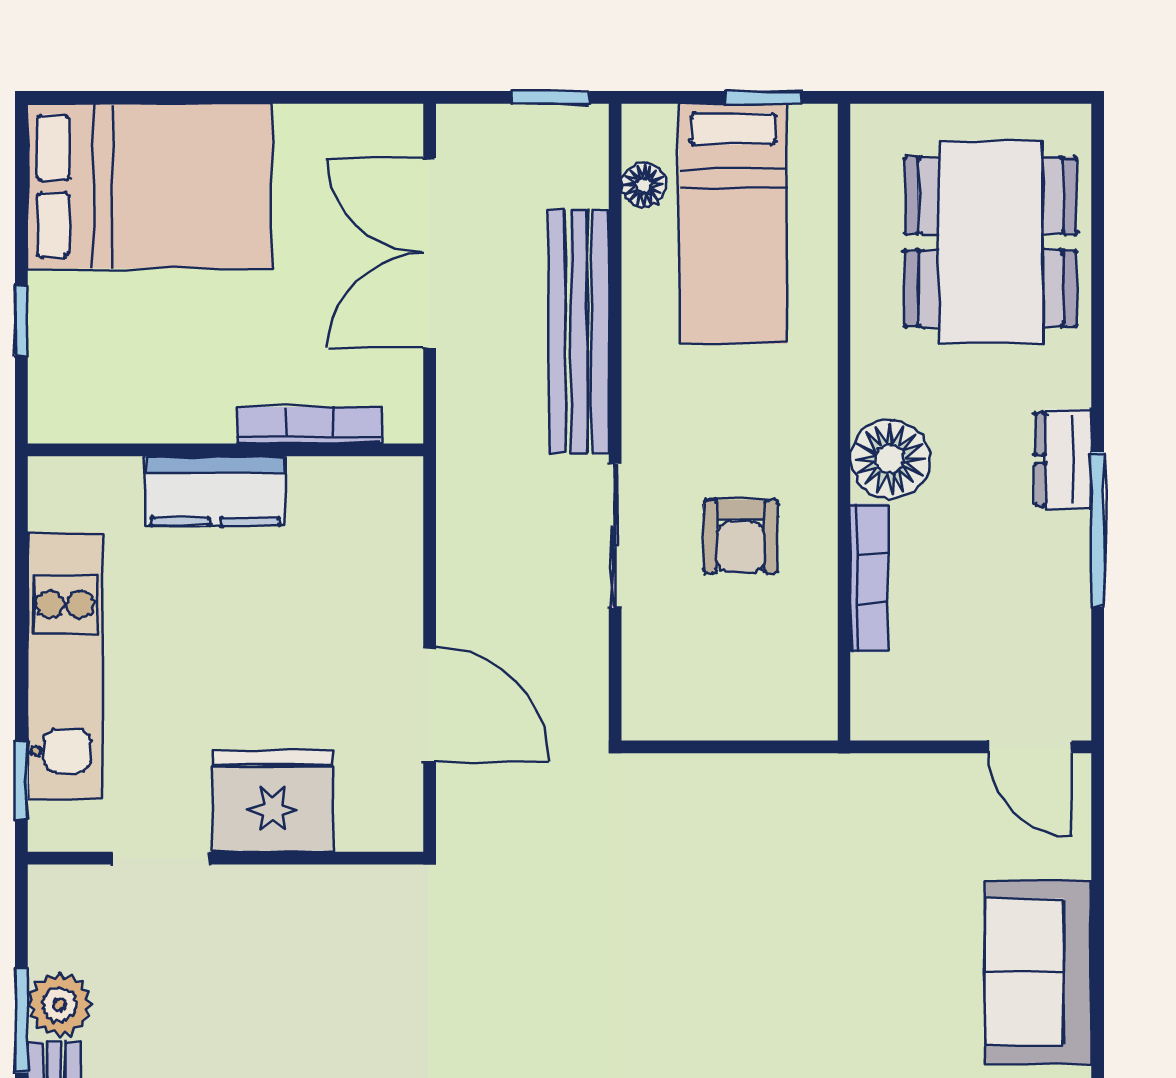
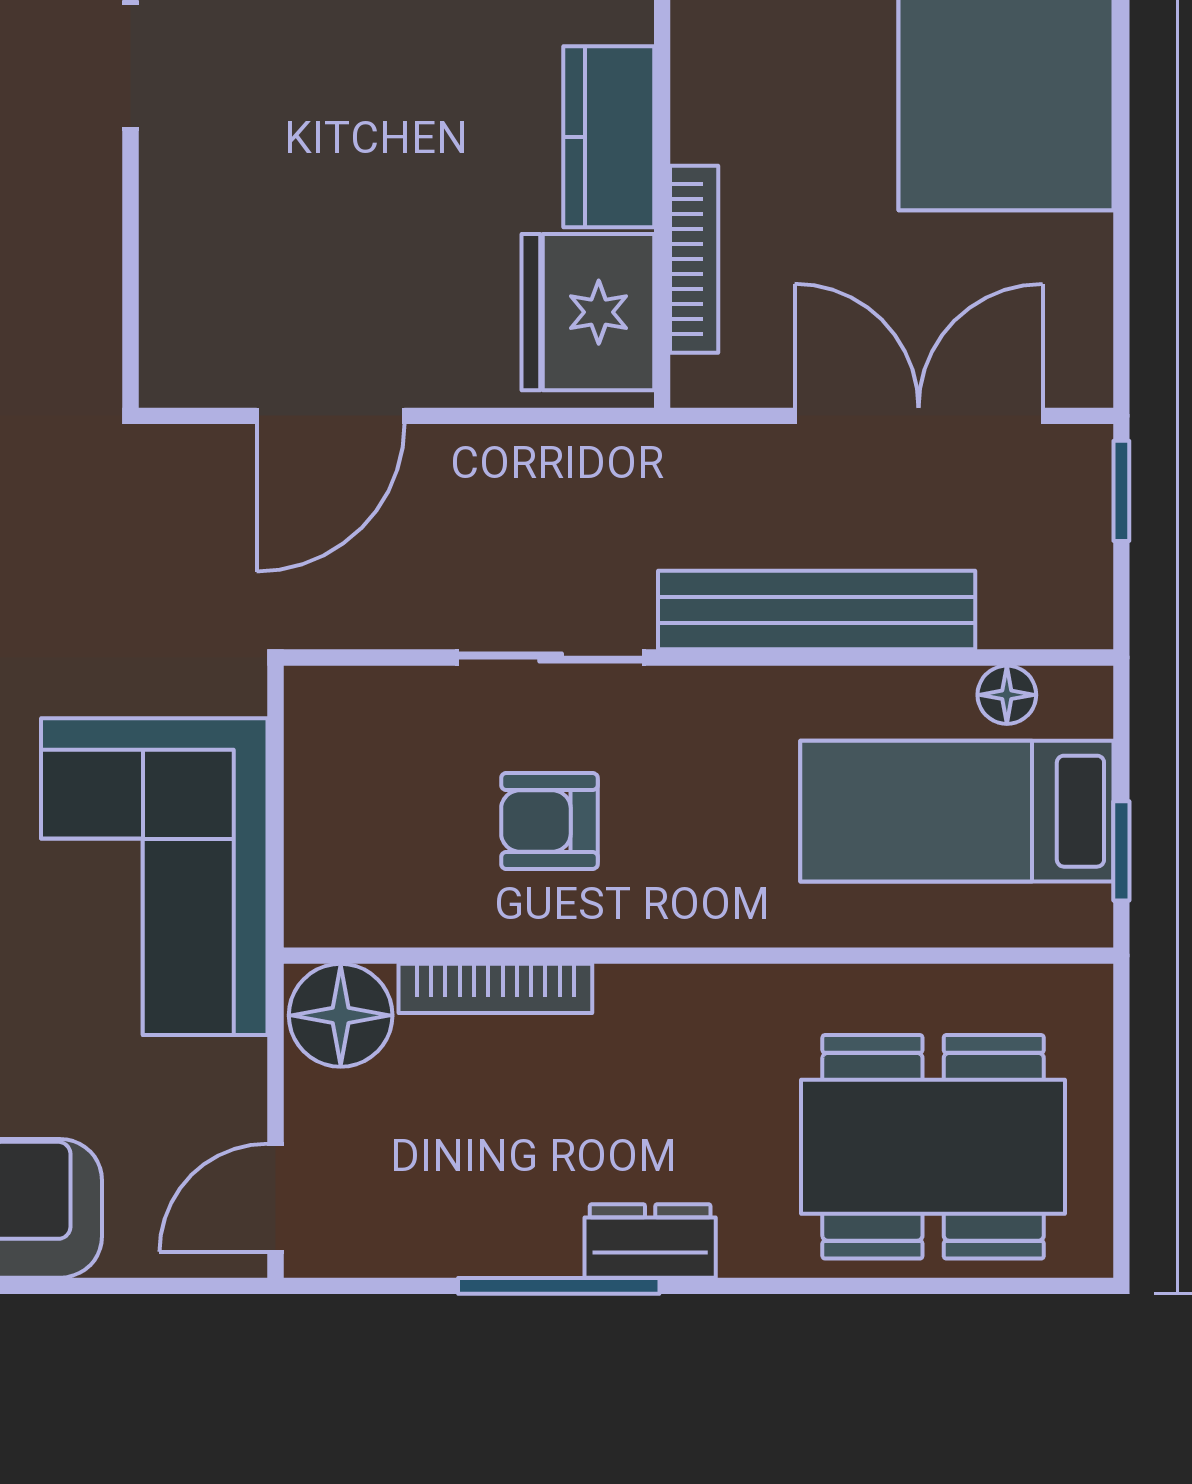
window: (551, 97) -> (1121, 491), moved
floor lamp: (890, 459) -> (341, 1015), moved
fridge: (273, 801) -> (588, 312), moved, turned 180
corner sofa: (783, 840) -> (154, 877), added

